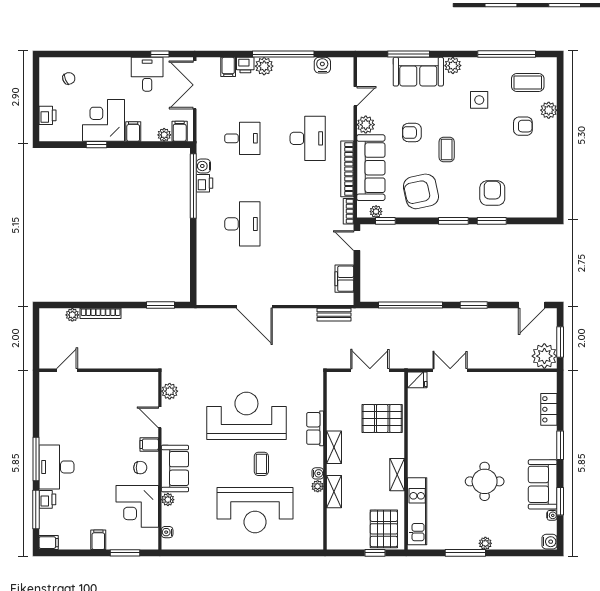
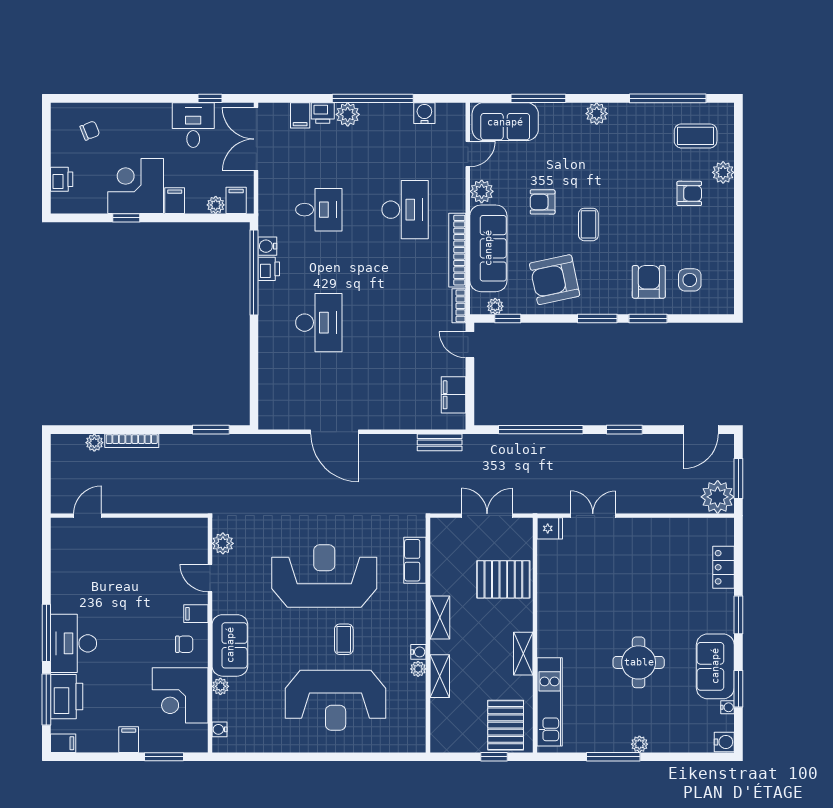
sofa: (418, 72) -> (505, 122), moved
side table: (479, 100) -> (690, 280), moved
row of seats: (315, 428) -> (415, 560), moved
printer: (47, 499) -> (67, 697), width x1.87, depth x1.48

